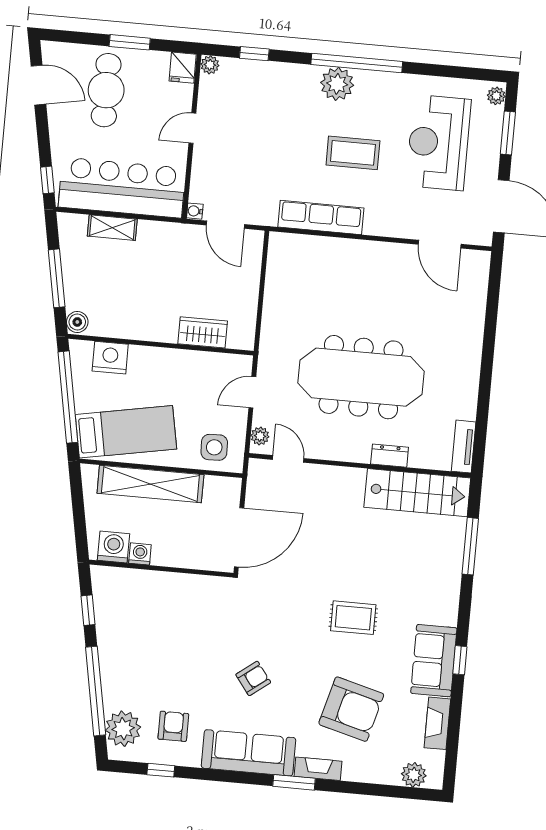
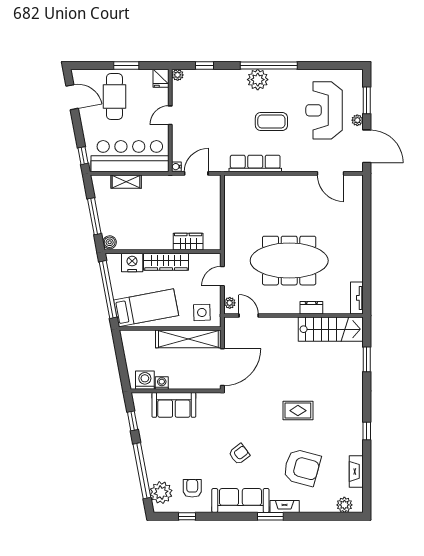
plant: (496, 96) -> (357, 120), moved
door: (225, 225) -> (196, 173), swing flipped
wardrobe: (164, 361) -> (166, 262), added
shelving: (150, 484) -> (188, 339), moved
window: (470, 546) -> (367, 359), width x0.69
sofa: (434, 661) -> (174, 405), moved, turned -90

